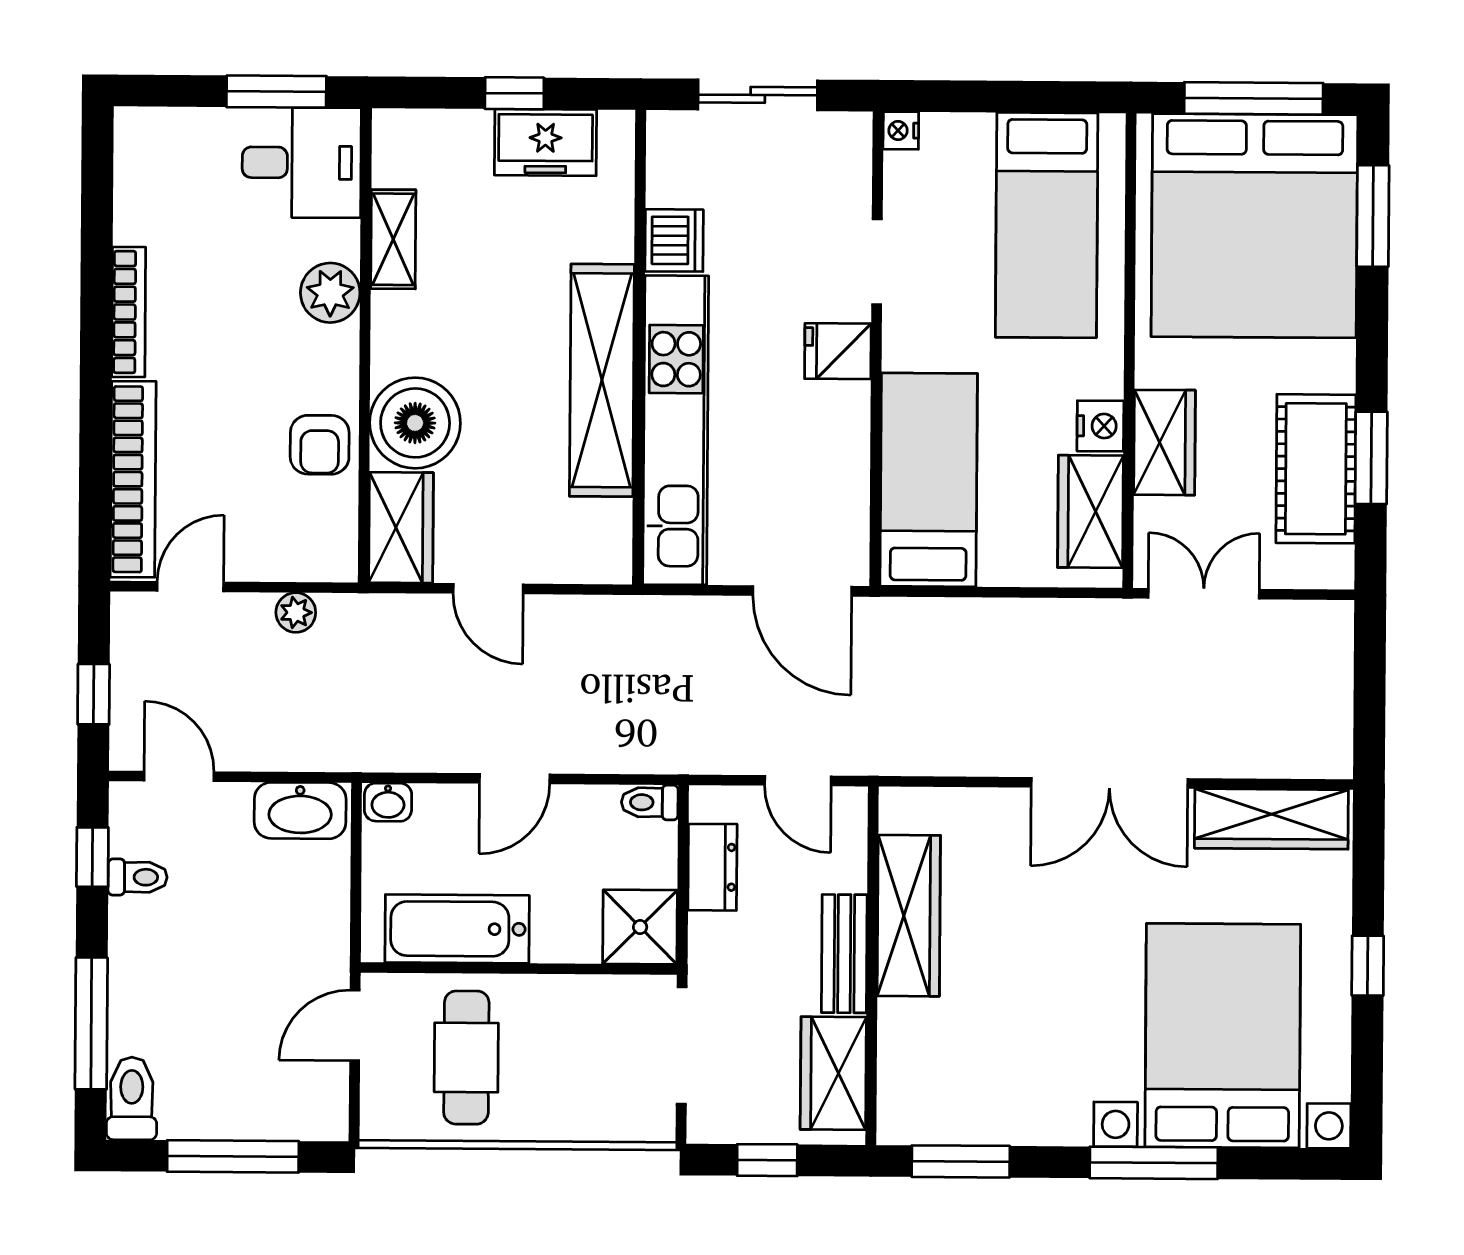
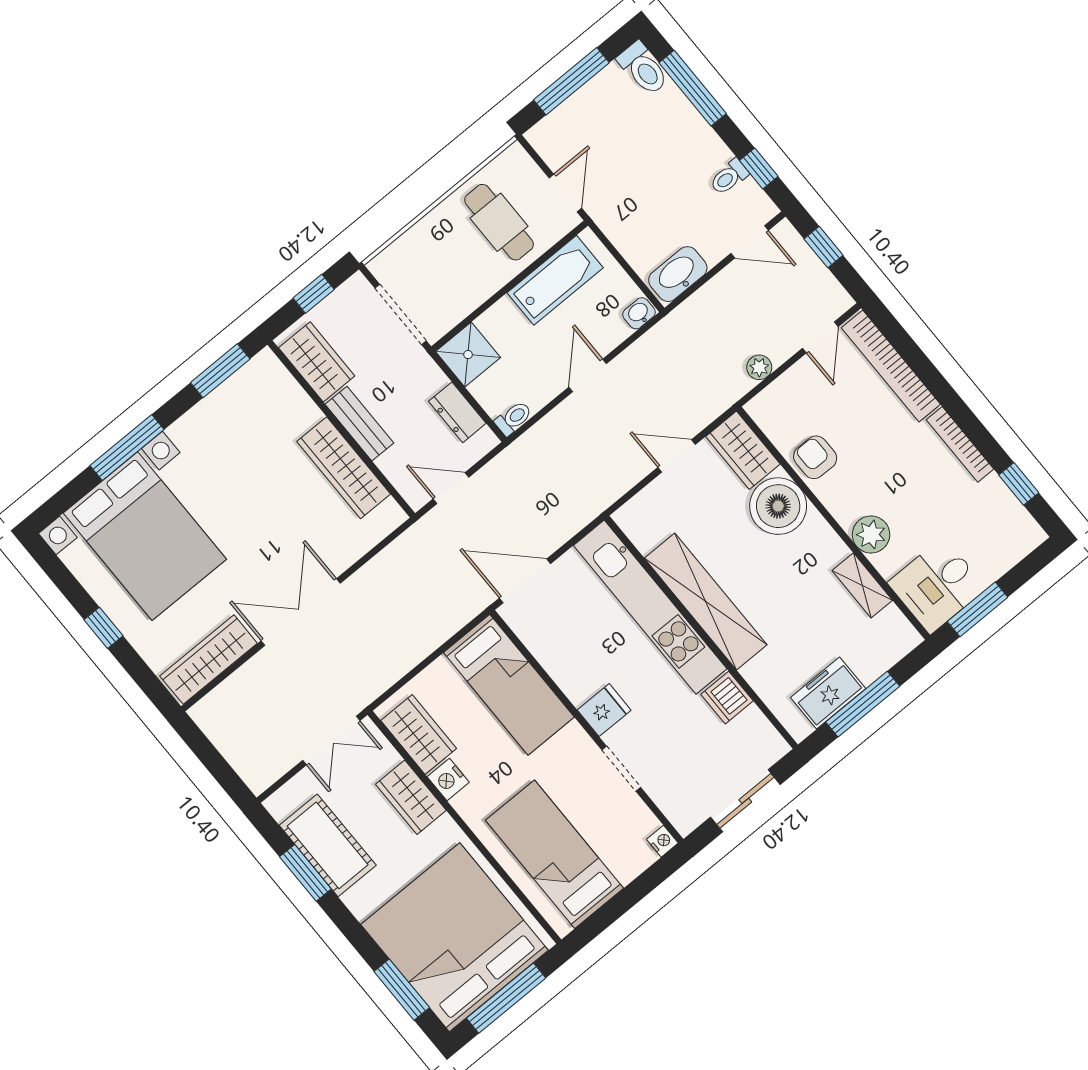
window: (514, 93) -> (863, 704), width x2.17
window: (97, 203) -> (1019, 484), added

